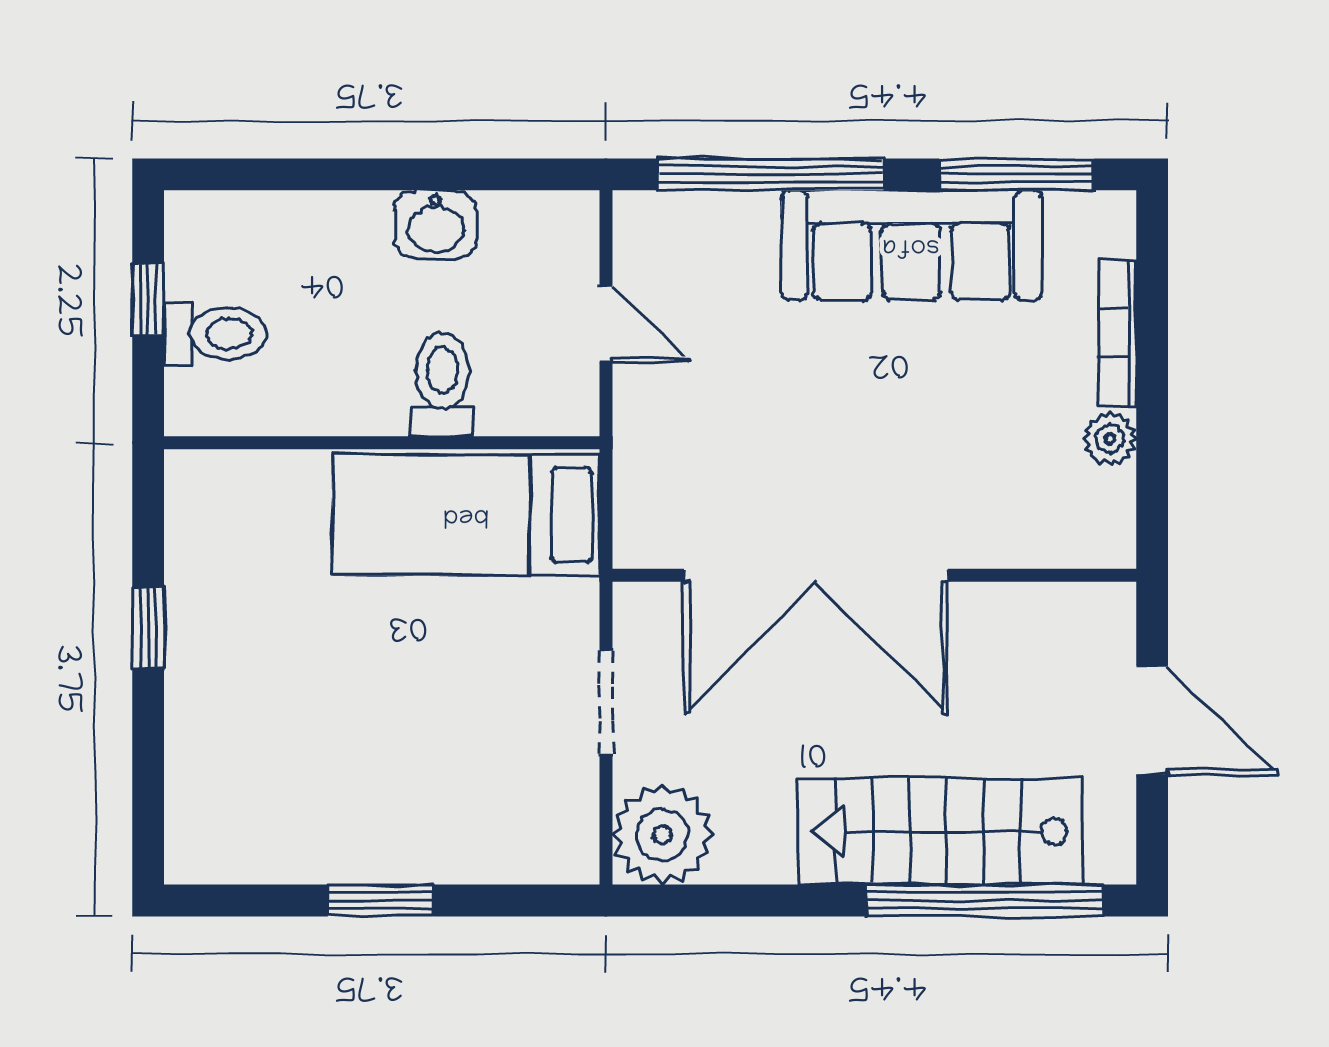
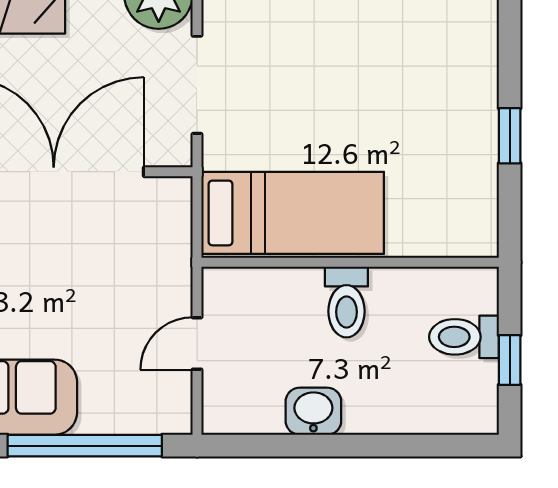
door: (606, 324) -> (197, 343), hinge flipped
toilet: (442, 385) -> (346, 302), moved
doorway: (606, 703) -> (197, 85), width x1.38

